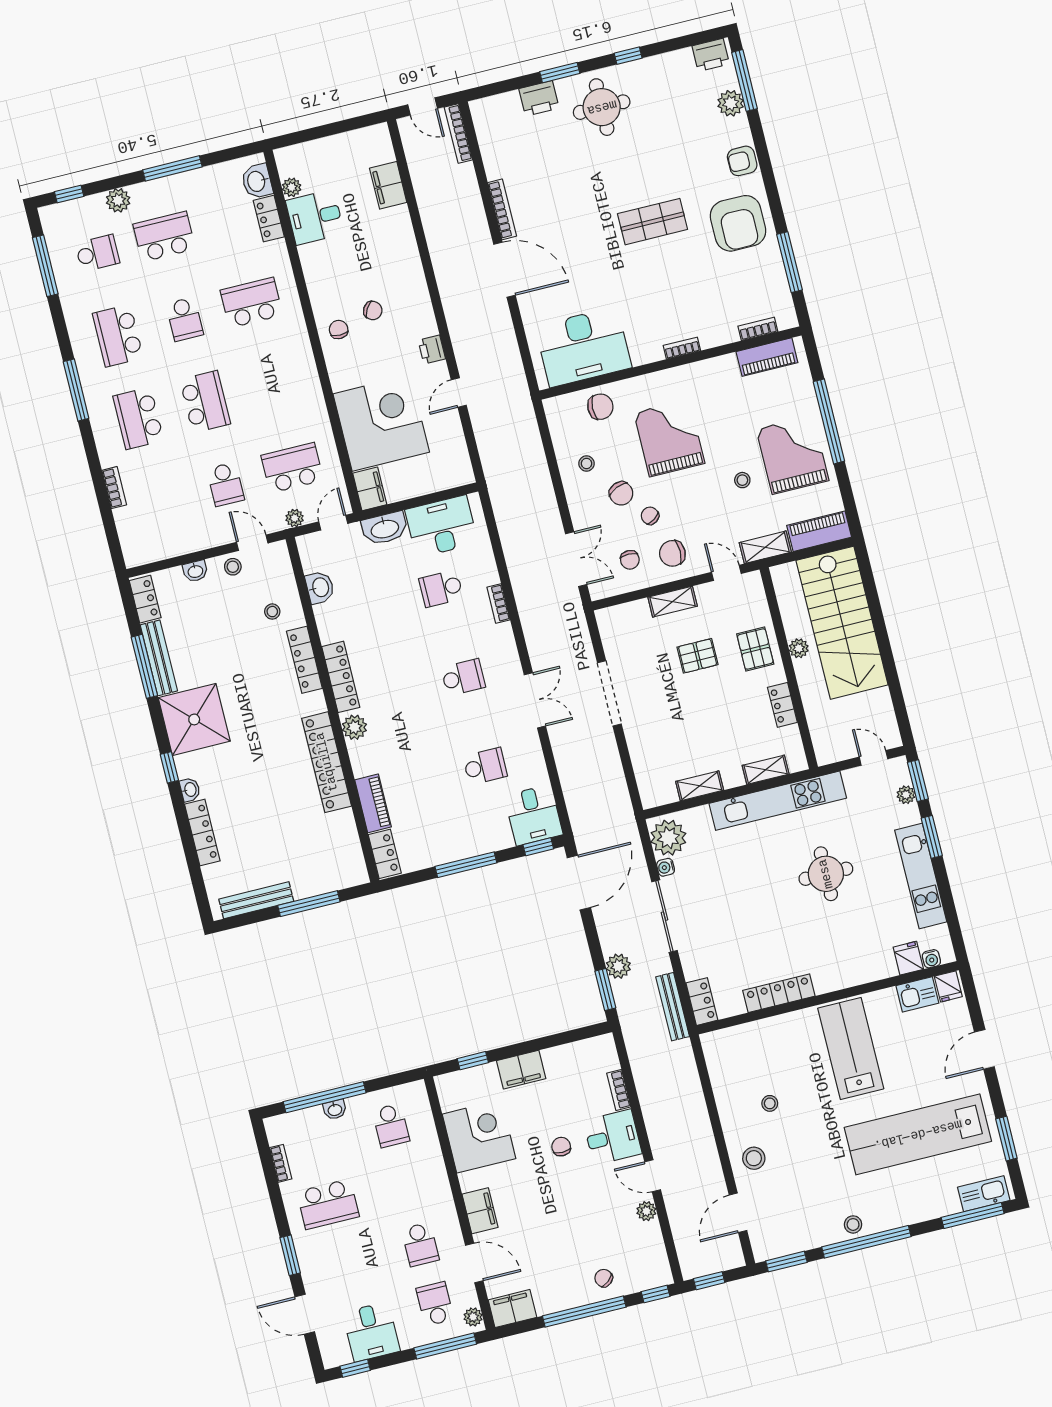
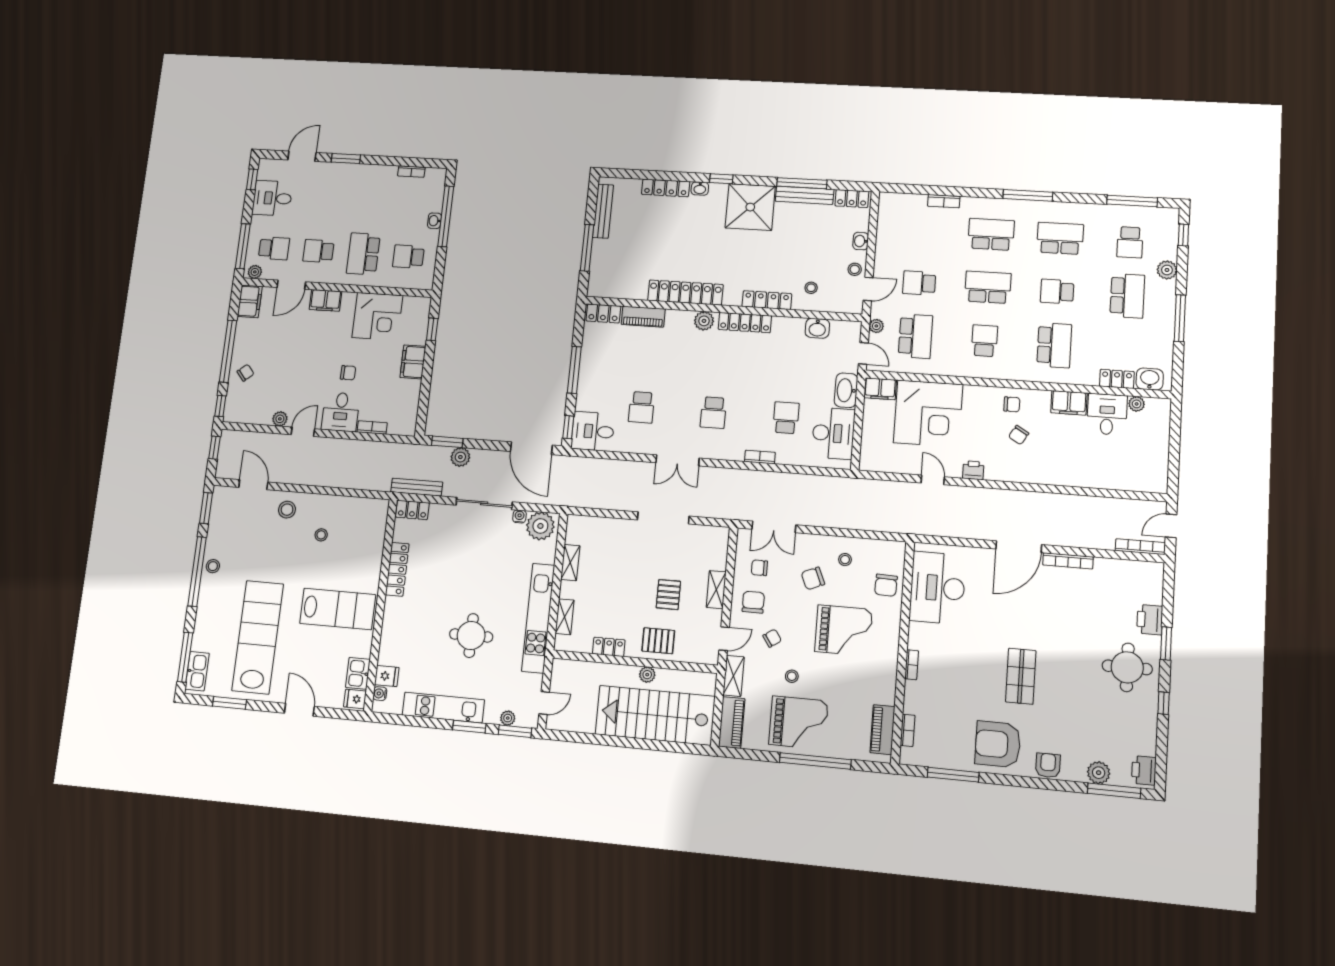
filing cabinet: (388, 185) -> (1069, 403), moved, turned 180
school desk: (272, 385) -> (984, 341), added
school desk: (205, 402) -> (988, 287), turned 180
chair: (650, 516) -> (772, 638), moved
school desk: (328, 1204) -> (363, 254), moved

